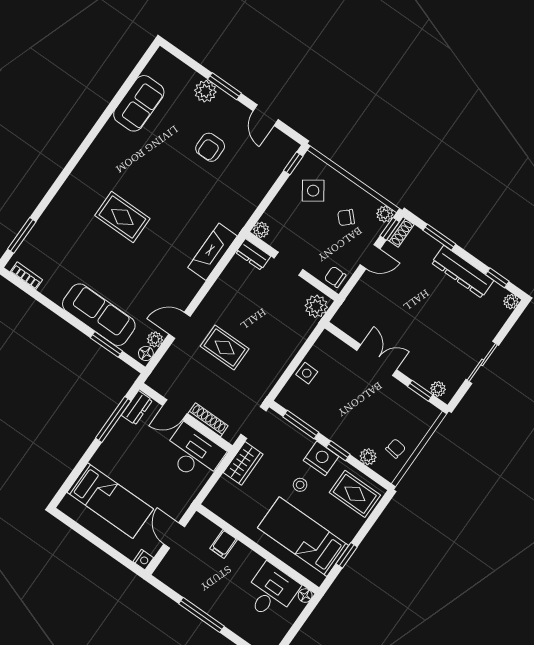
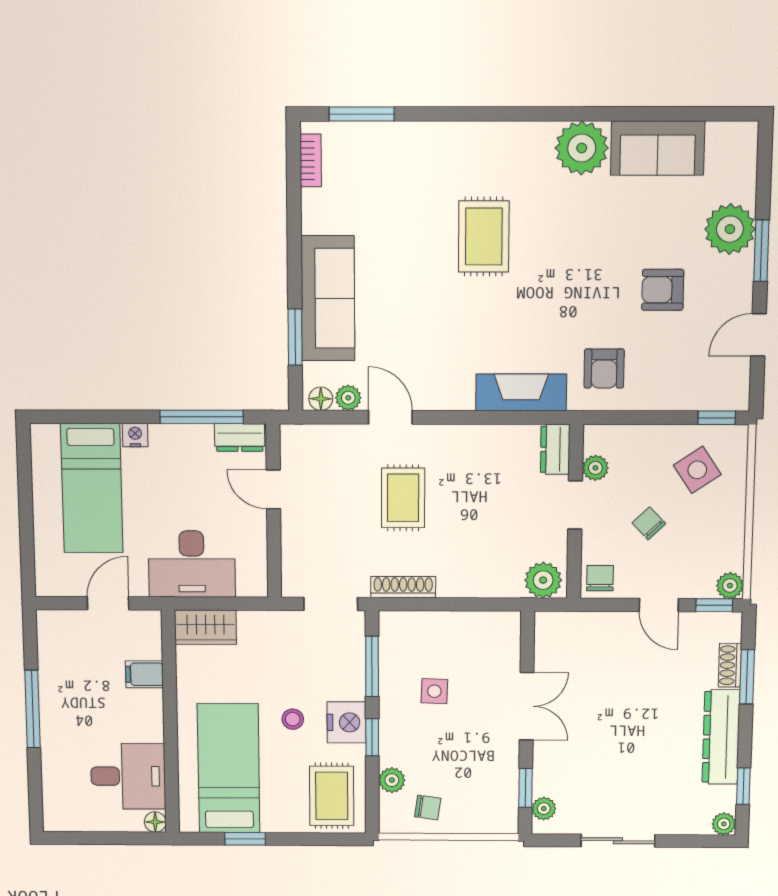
plant: (205, 91) -> (730, 229), width x1.36, depth x1.36
plant: (113, 140) -> (582, 148), added
armchair: (229, 202) -> (604, 369), added
chair: (346, 218) -> (649, 523), moved
plant: (261, 230) -> (595, 468), moved
shoe rack: (401, 232) -> (730, 665), moved, turned 90
side table: (307, 373) -> (434, 691), moved
shoe rack: (208, 420) -> (403, 587), moved, turned -90
desk: (193, 453) -> (192, 564), moved, turned 90
wardrobe: (243, 463) -> (205, 627), moved
nightstand: (143, 560) -> (135, 435), moved, turned 180

